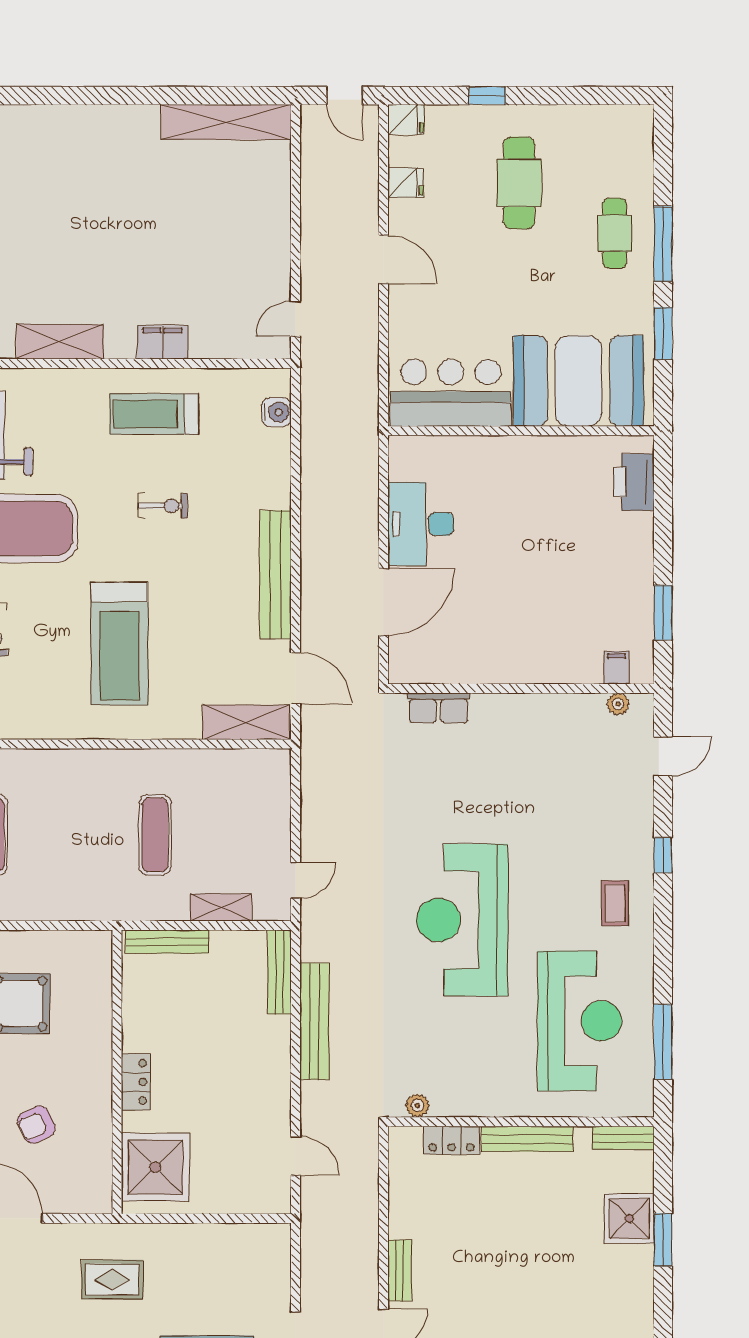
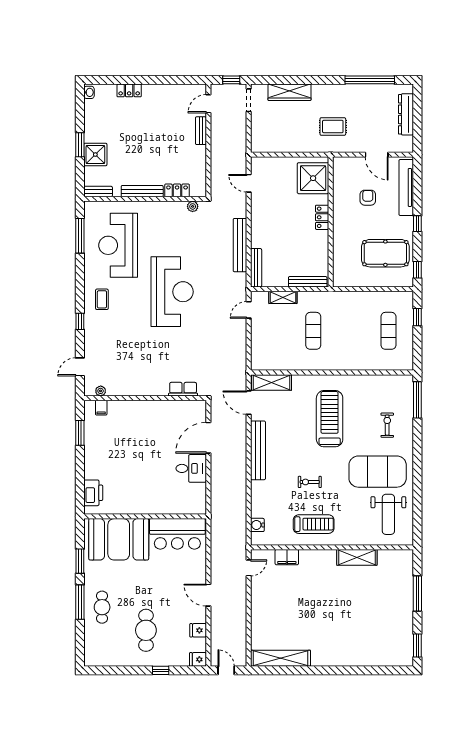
filing cabinet: (162, 342) -> (287, 557), moved
desk: (421, 524) -> (191, 468), width x0.73
armchair: (36, 1125) -> (368, 198), turned -64

